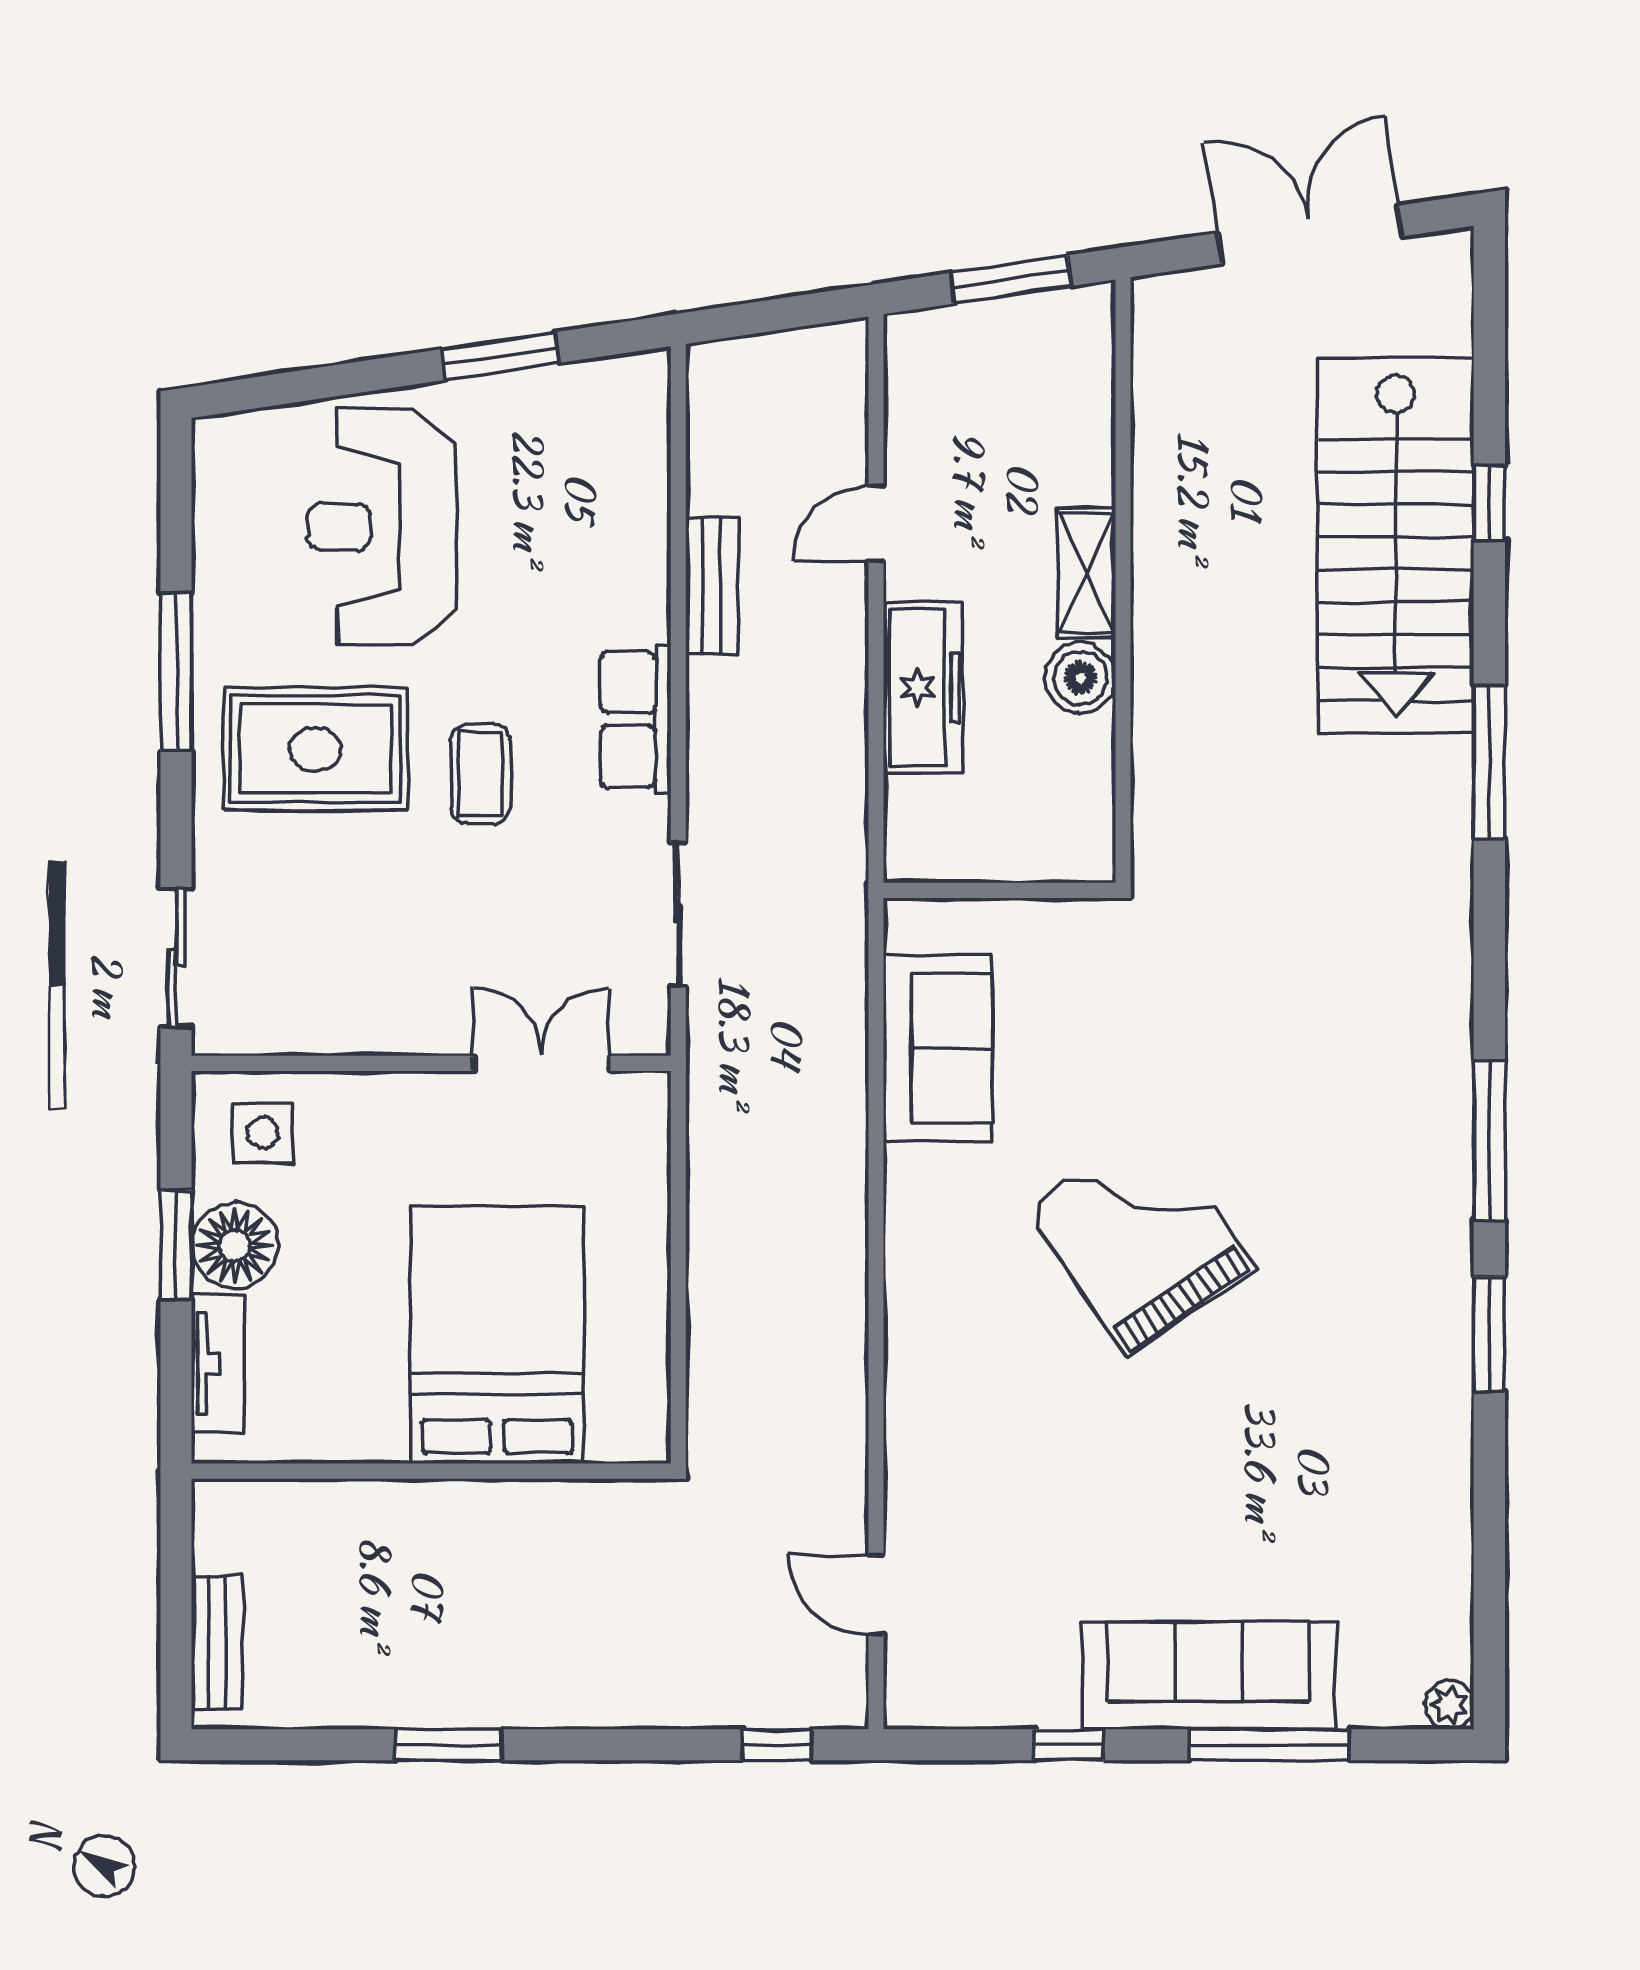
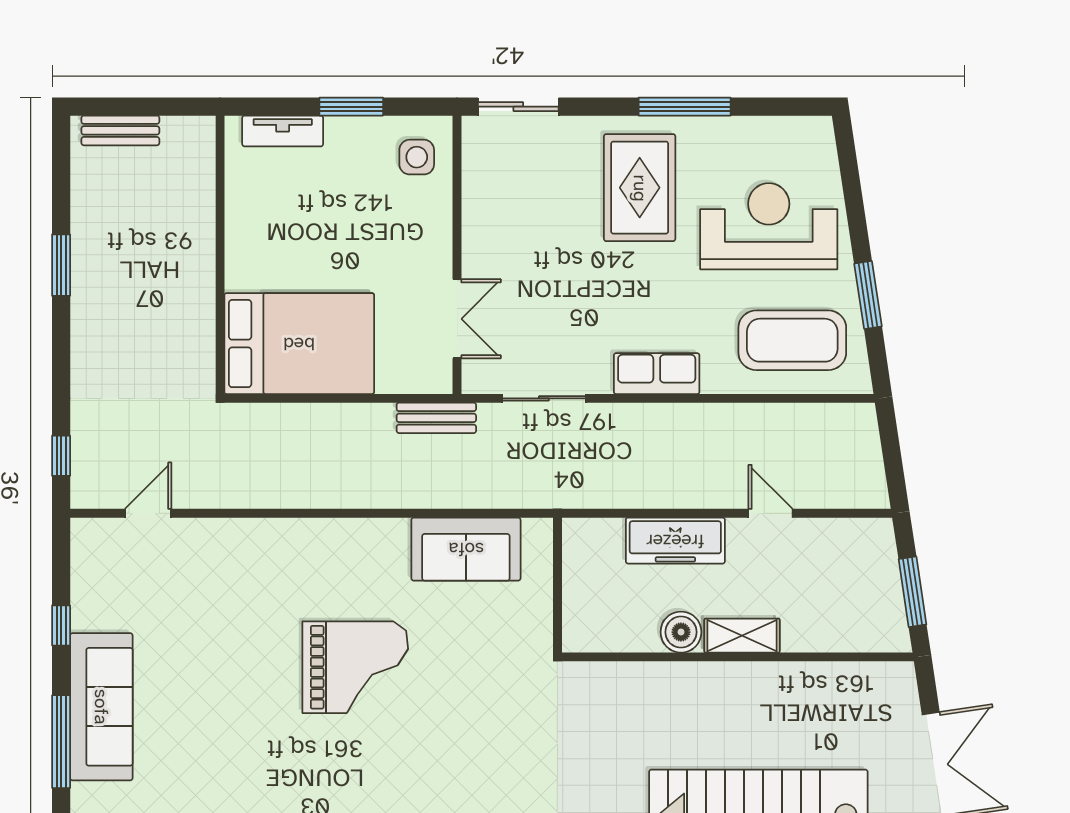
bench: (712, 586) -> (436, 418), moved
coffee table: (480, 774) -> (792, 340), moved, width x1.86, depth x1.72
grand piano: (1141, 1238) -> (355, 667), turned 34
floor lamp: (235, 1246) -> (351, 141), removed
bed: (497, 1335) -> (299, 344), moved

